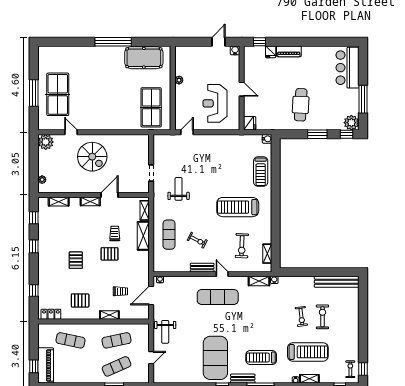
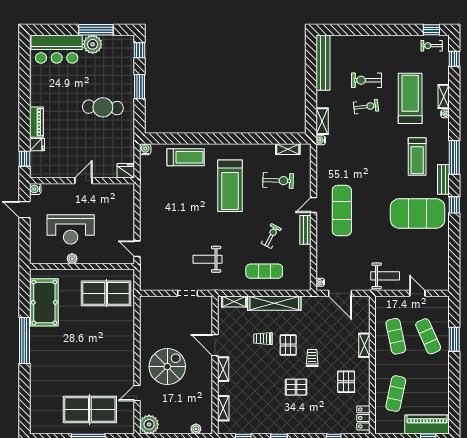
reception desk: (215, 103) -> (71, 229), moved
plant: (351, 123) -> (93, 44), moved
shelving: (143, 236) -> (274, 303), width x1.47
shelving: (259, 281) -> (322, 121), moved
trolley: (120, 291) -> (312, 358), moved

